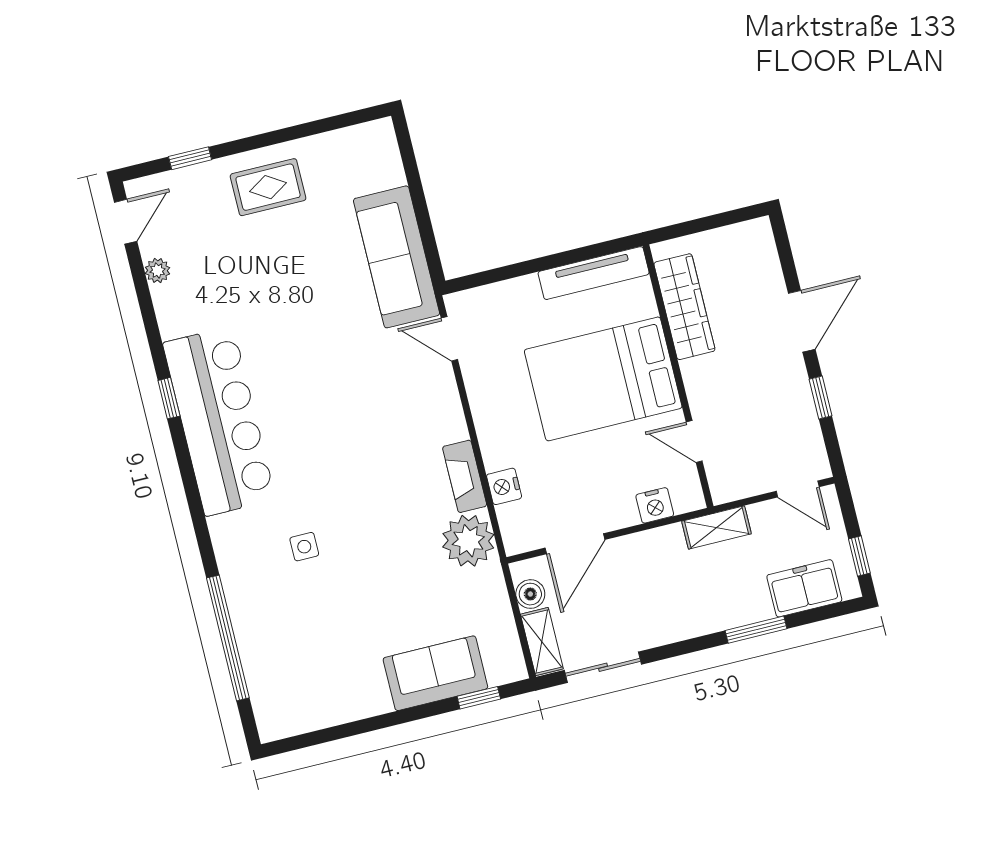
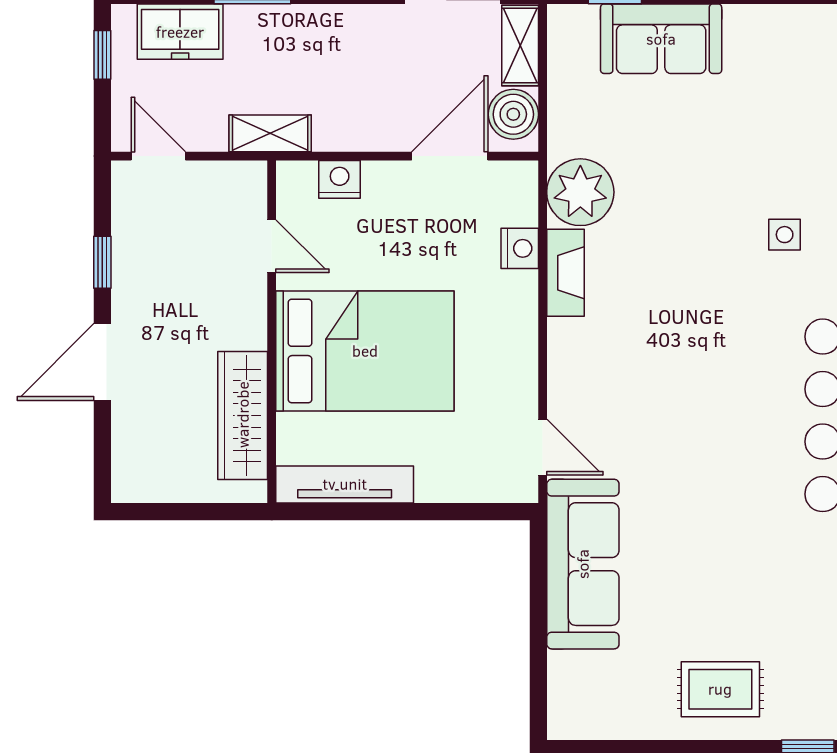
boiler: (530, 594) -> (513, 114), width x1.36, depth x1.36

